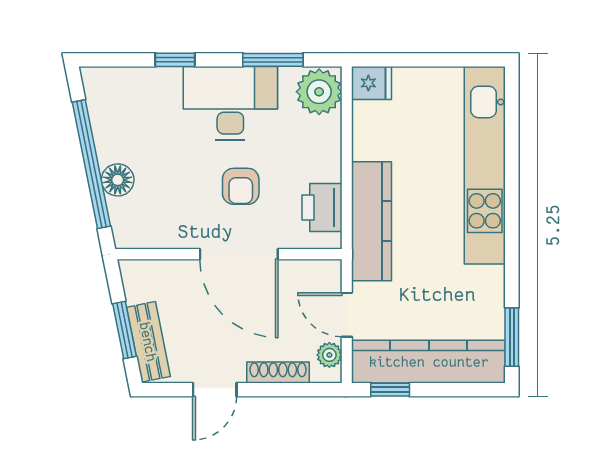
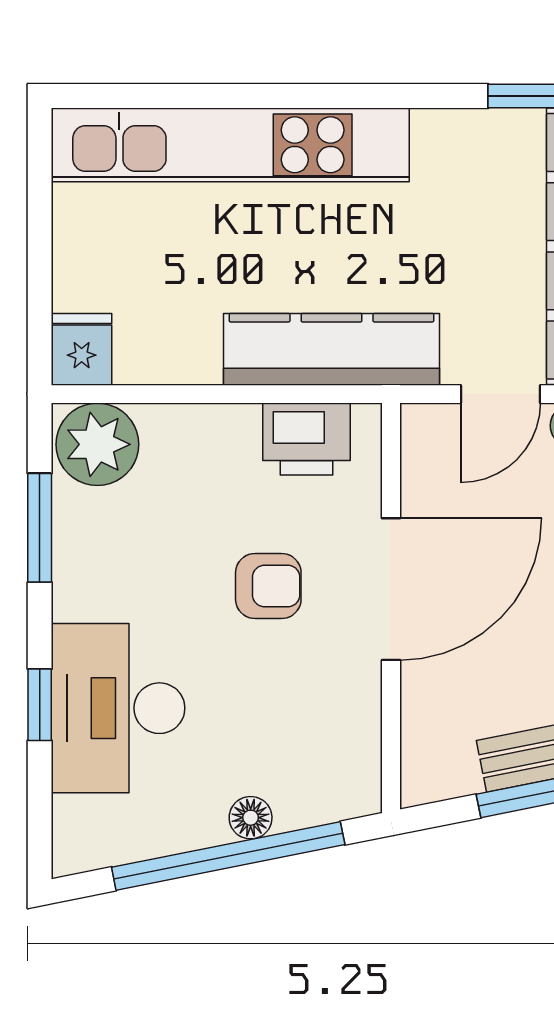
desk: (230, 103) -> (118, 708), moved
floor lamp: (118, 180) -> (251, 818), width x0.73, depth x0.73

